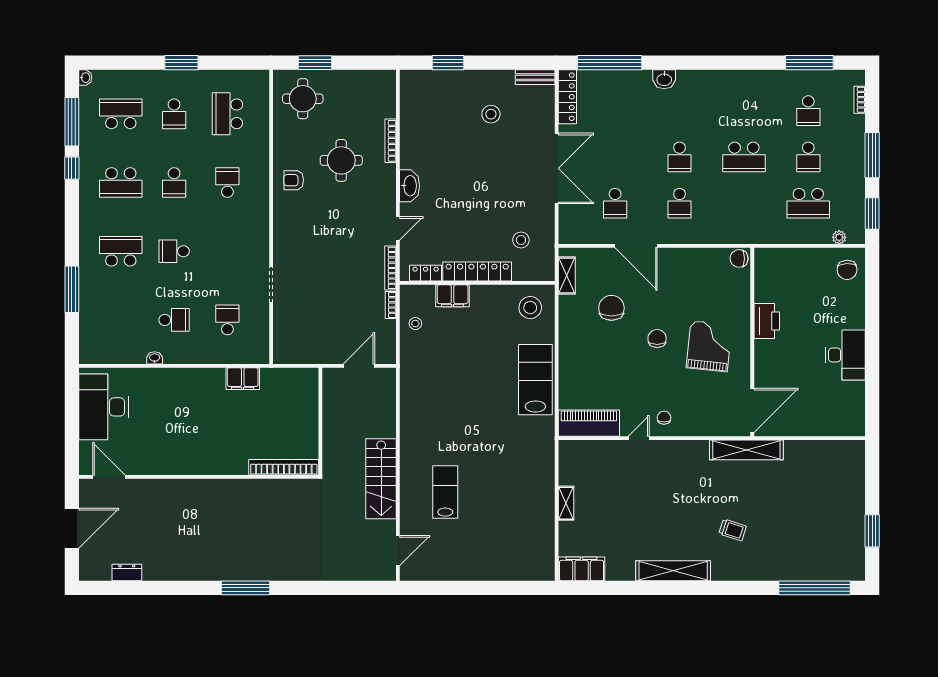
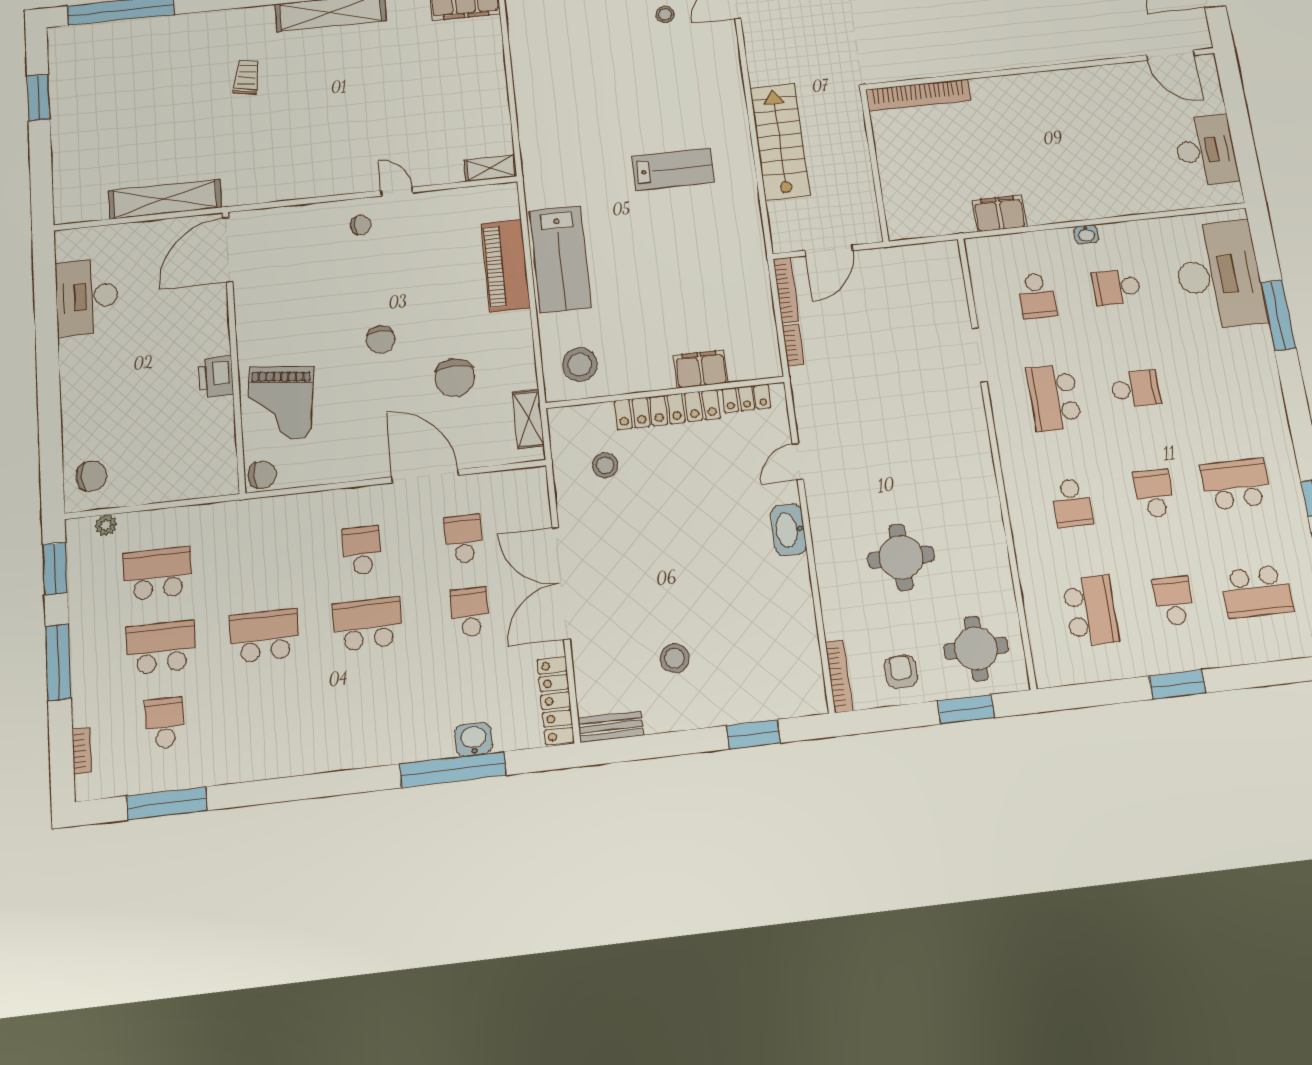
window: (610, 63) -> (453, 770), moved
washbasin: (664, 79) -> (474, 739), moved
bookcase: (391, 141) -> (839, 676), moved
school desk: (615, 157) -> (470, 612), added
school desk: (679, 157) -> (368, 624), width x1.85
school desk: (808, 157) -> (161, 648), width x1.85
armchair: (294, 180) -> (901, 672), moved, turned -92
school desk: (121, 251) -> (1054, 398), moved, turned 90
bookcase: (391, 268) -> (786, 290), moved
chair: (847, 270) -> (91, 476), turned 93
desk: (106, 321) -> (1219, 275), added
printer: (767, 321) -> (216, 377), width x0.73, depth x0.84
stool: (415, 324) -> (665, 15), moved
grand piano: (709, 346) -> (280, 403), moved
desk: (845, 355) -> (87, 297), moved
washbasin: (155, 358) -> (1086, 234), moved
desk: (104, 407) -> (1206, 150), width x0.73, depth x0.77
chair: (664, 418) -> (361, 225), turned -90
piano: (589, 423) -> (506, 266), moved, turned 90
door: (639, 438) -> (397, 192), swing flipped
shelving: (746, 450) -> (165, 199), moved
stairs: (381, 479) -> (780, 142), moved
lab bench: (445, 492) -> (673, 169), moved, turned -90
shelving: (566, 503) -> (490, 168), moved, turned 90
trolley: (733, 530) -> (247, 77), turned 82

